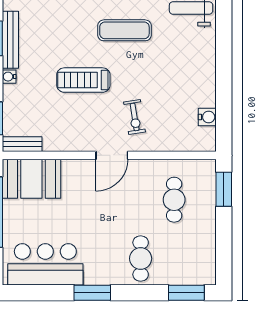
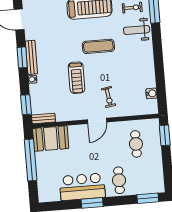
treadmill: (83, 80) -> (77, 78), turned -90
bar counter: (45, 264) -> (82, 187), moved

